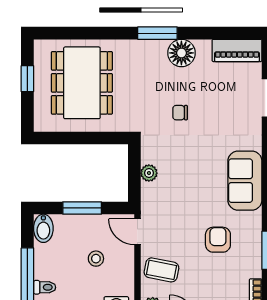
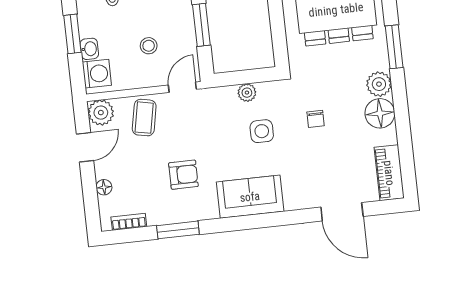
window: (157, 33) -> (394, 47), moved
plant: (155, 51) -> (379, 84), added
chair: (180, 113) -> (316, 119), turned 180
side table: (186, 163) -> (262, 131), added

